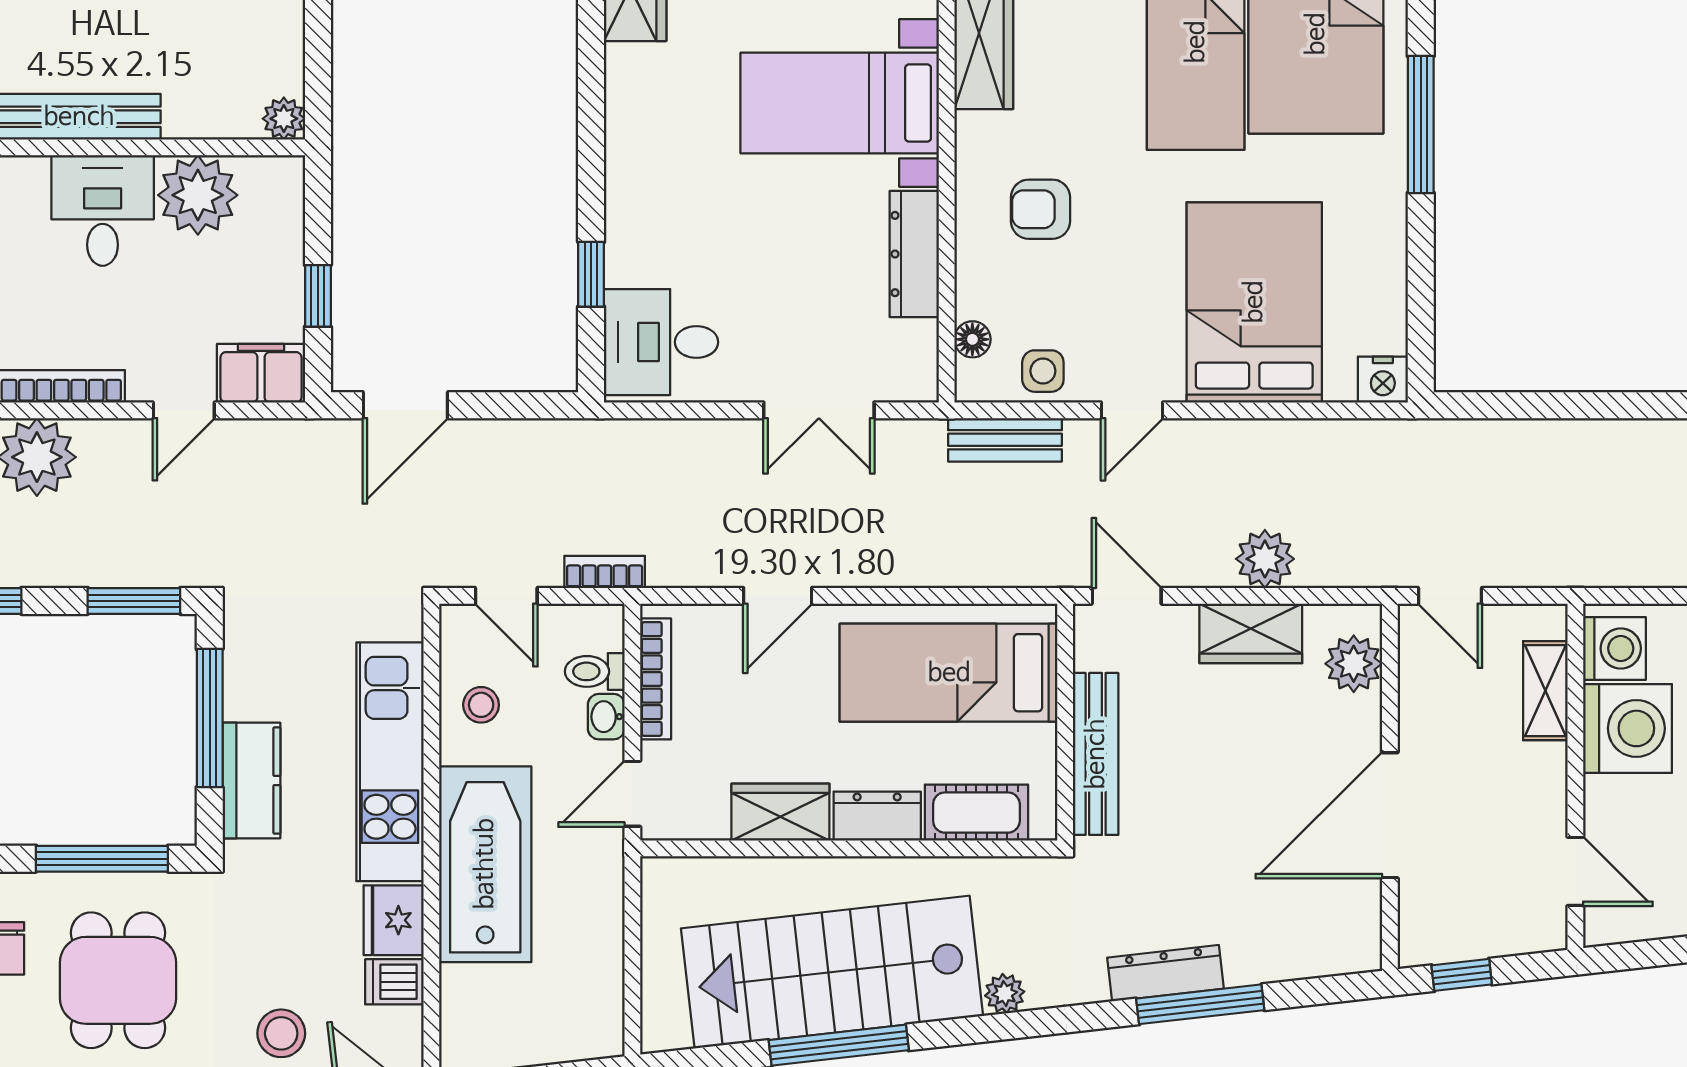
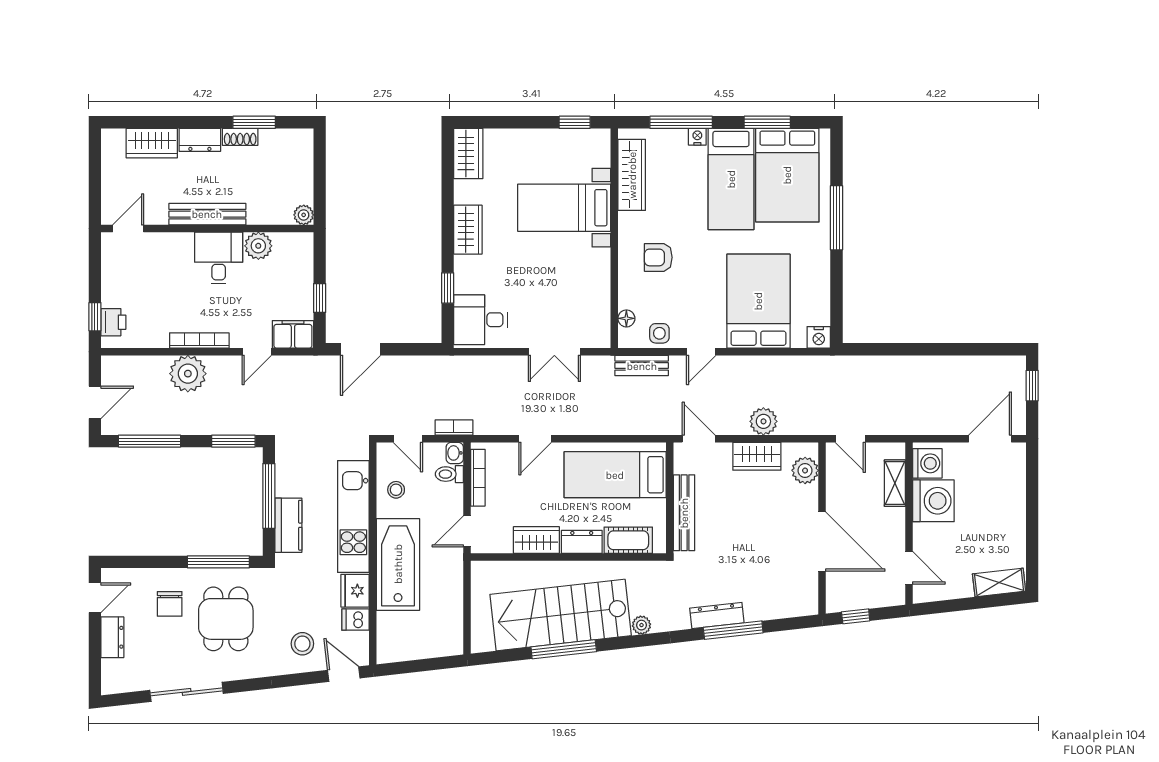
wardrobe: (634, 150) -> (468, 230), added
plant: (198, 195) -> (258, 246), width x0.73, depth x0.73
dresser: (914, 254) -> (599, 278), removed
washbasin: (606, 717) -> (455, 453), moved
door: (1390, 815) -> (822, 542), swing flipped

